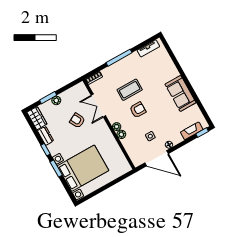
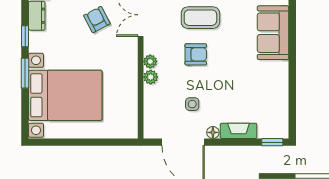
sofa: (181, 93) -> (273, 33), moved
fireplace: (192, 131) -> (239, 131), moved

